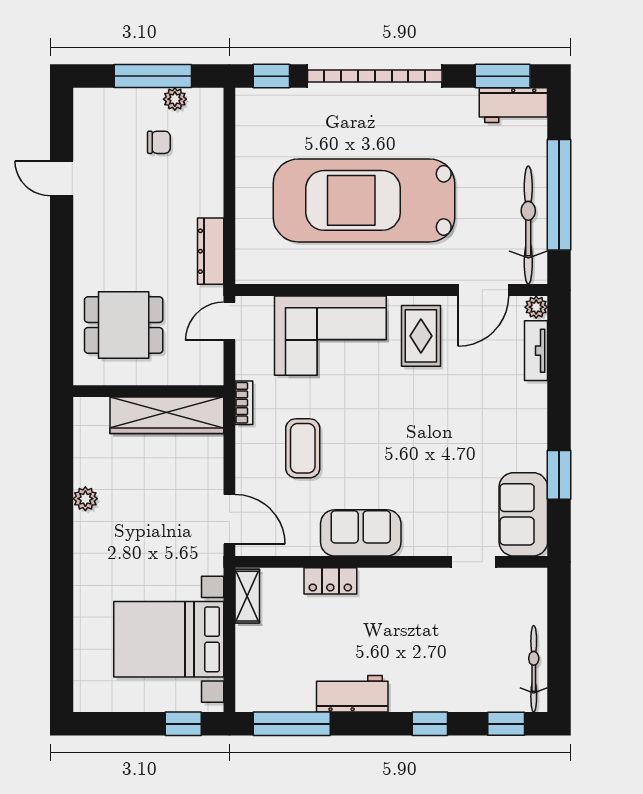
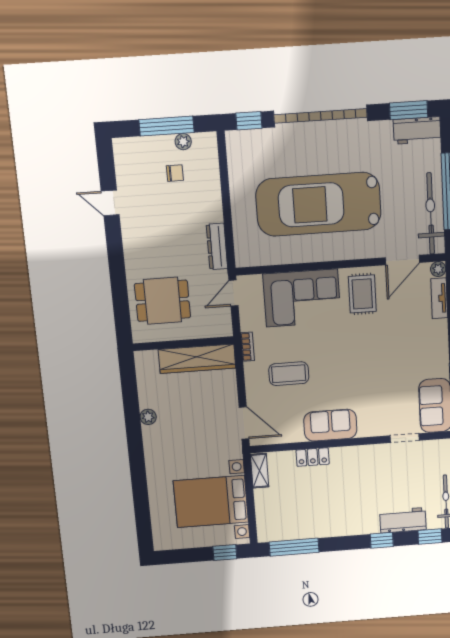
coffee table: (303, 448) -> (289, 374), turned 90
workbench: (352, 694) -> (403, 520), moved

